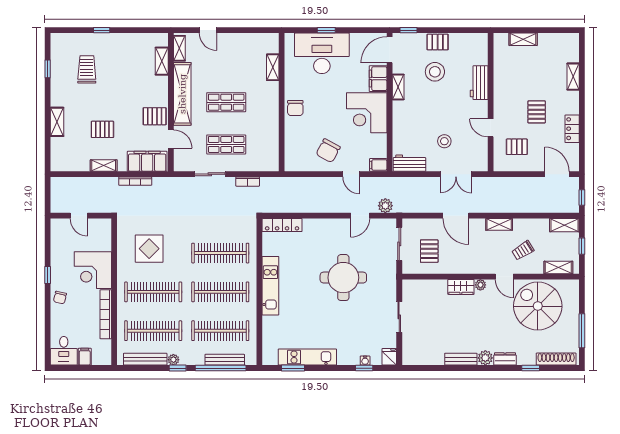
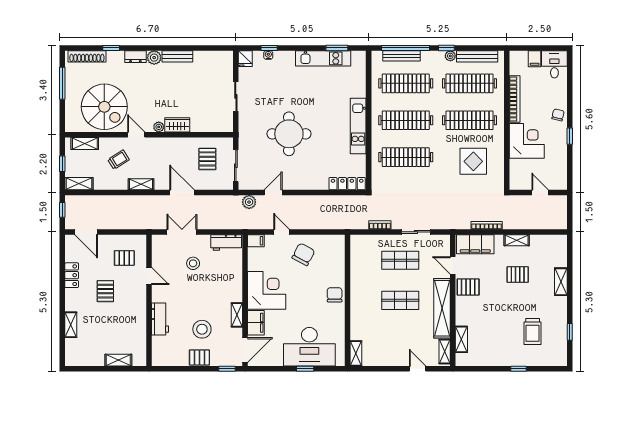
shelving: (273, 67) -> (356, 353), moved

